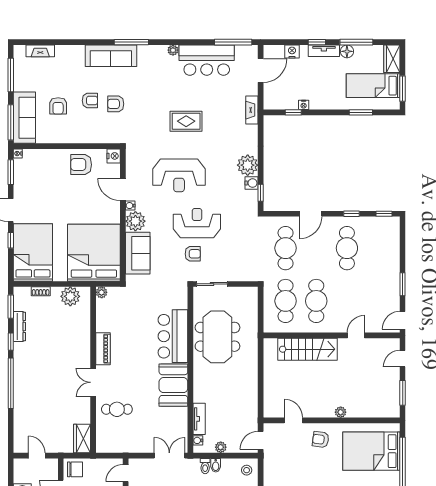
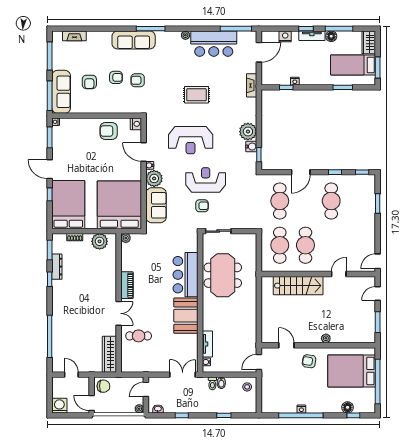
window: (403, 284) -> (378, 204), moved
double door: (93, 382) -> (119, 313), swing flipped
window: (11, 383) -> (50, 336), moved
wardrobe: (82, 438) -> (109, 354), width x1.50
plant: (221, 447) -> (225, 368), removed

